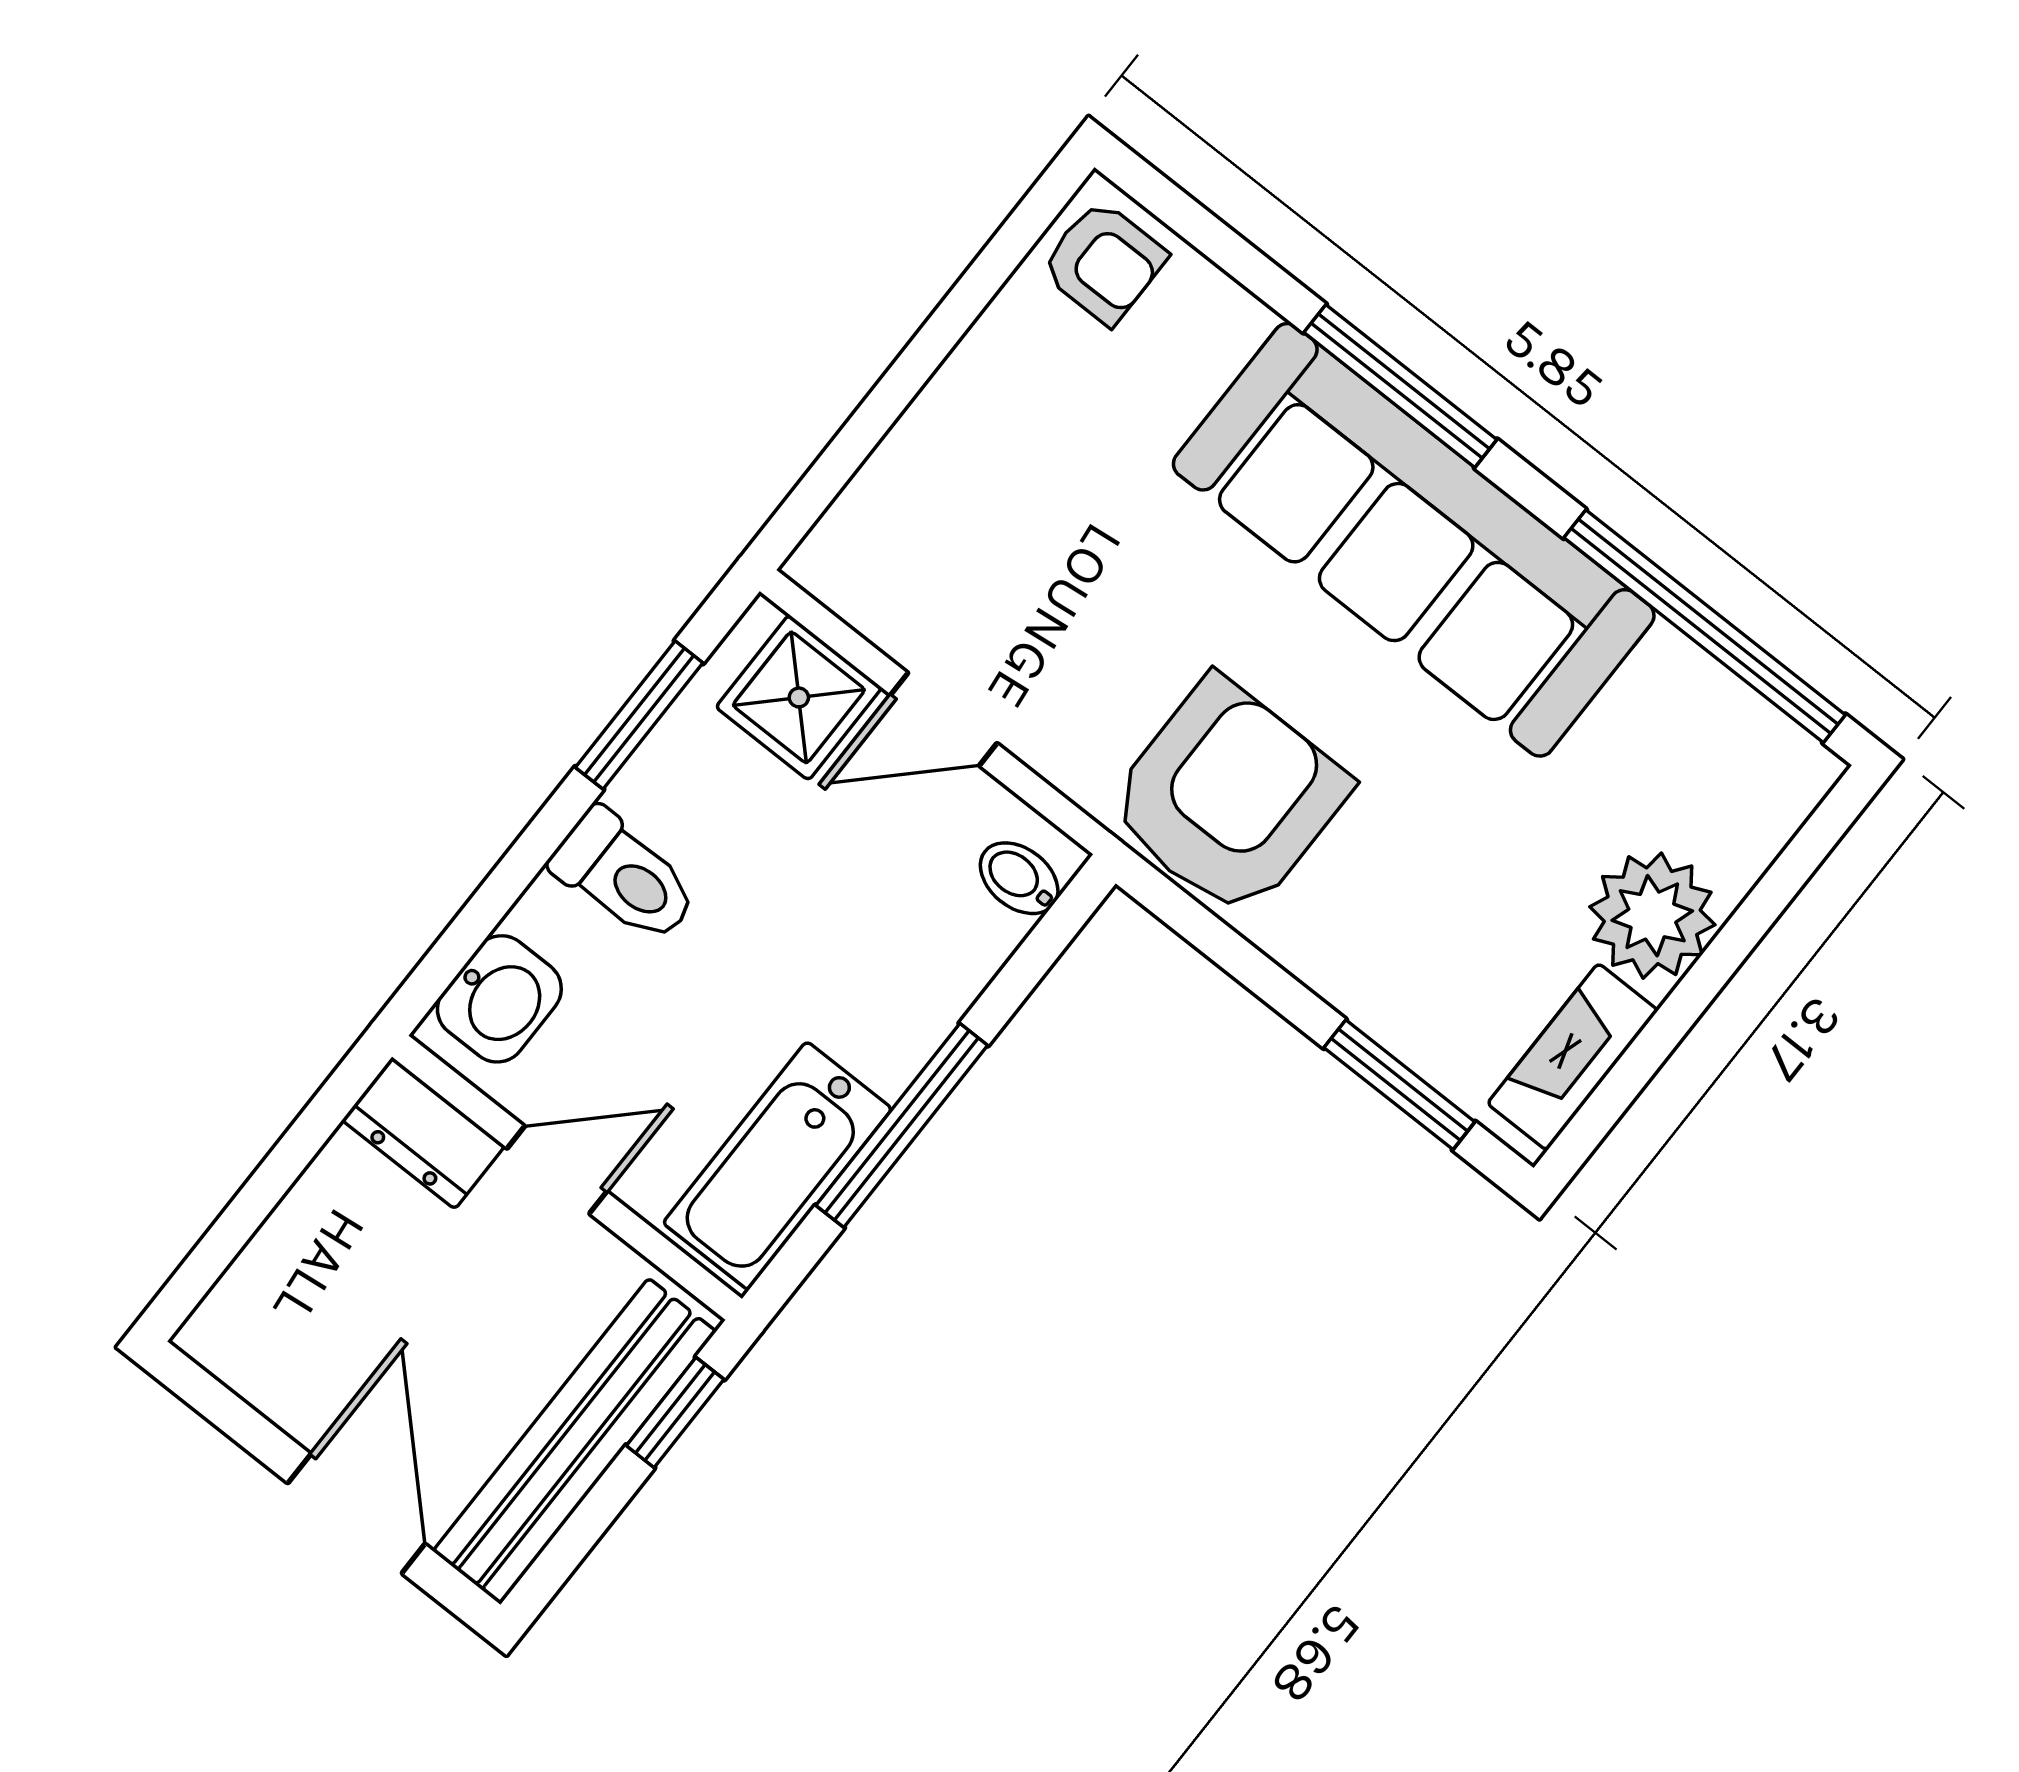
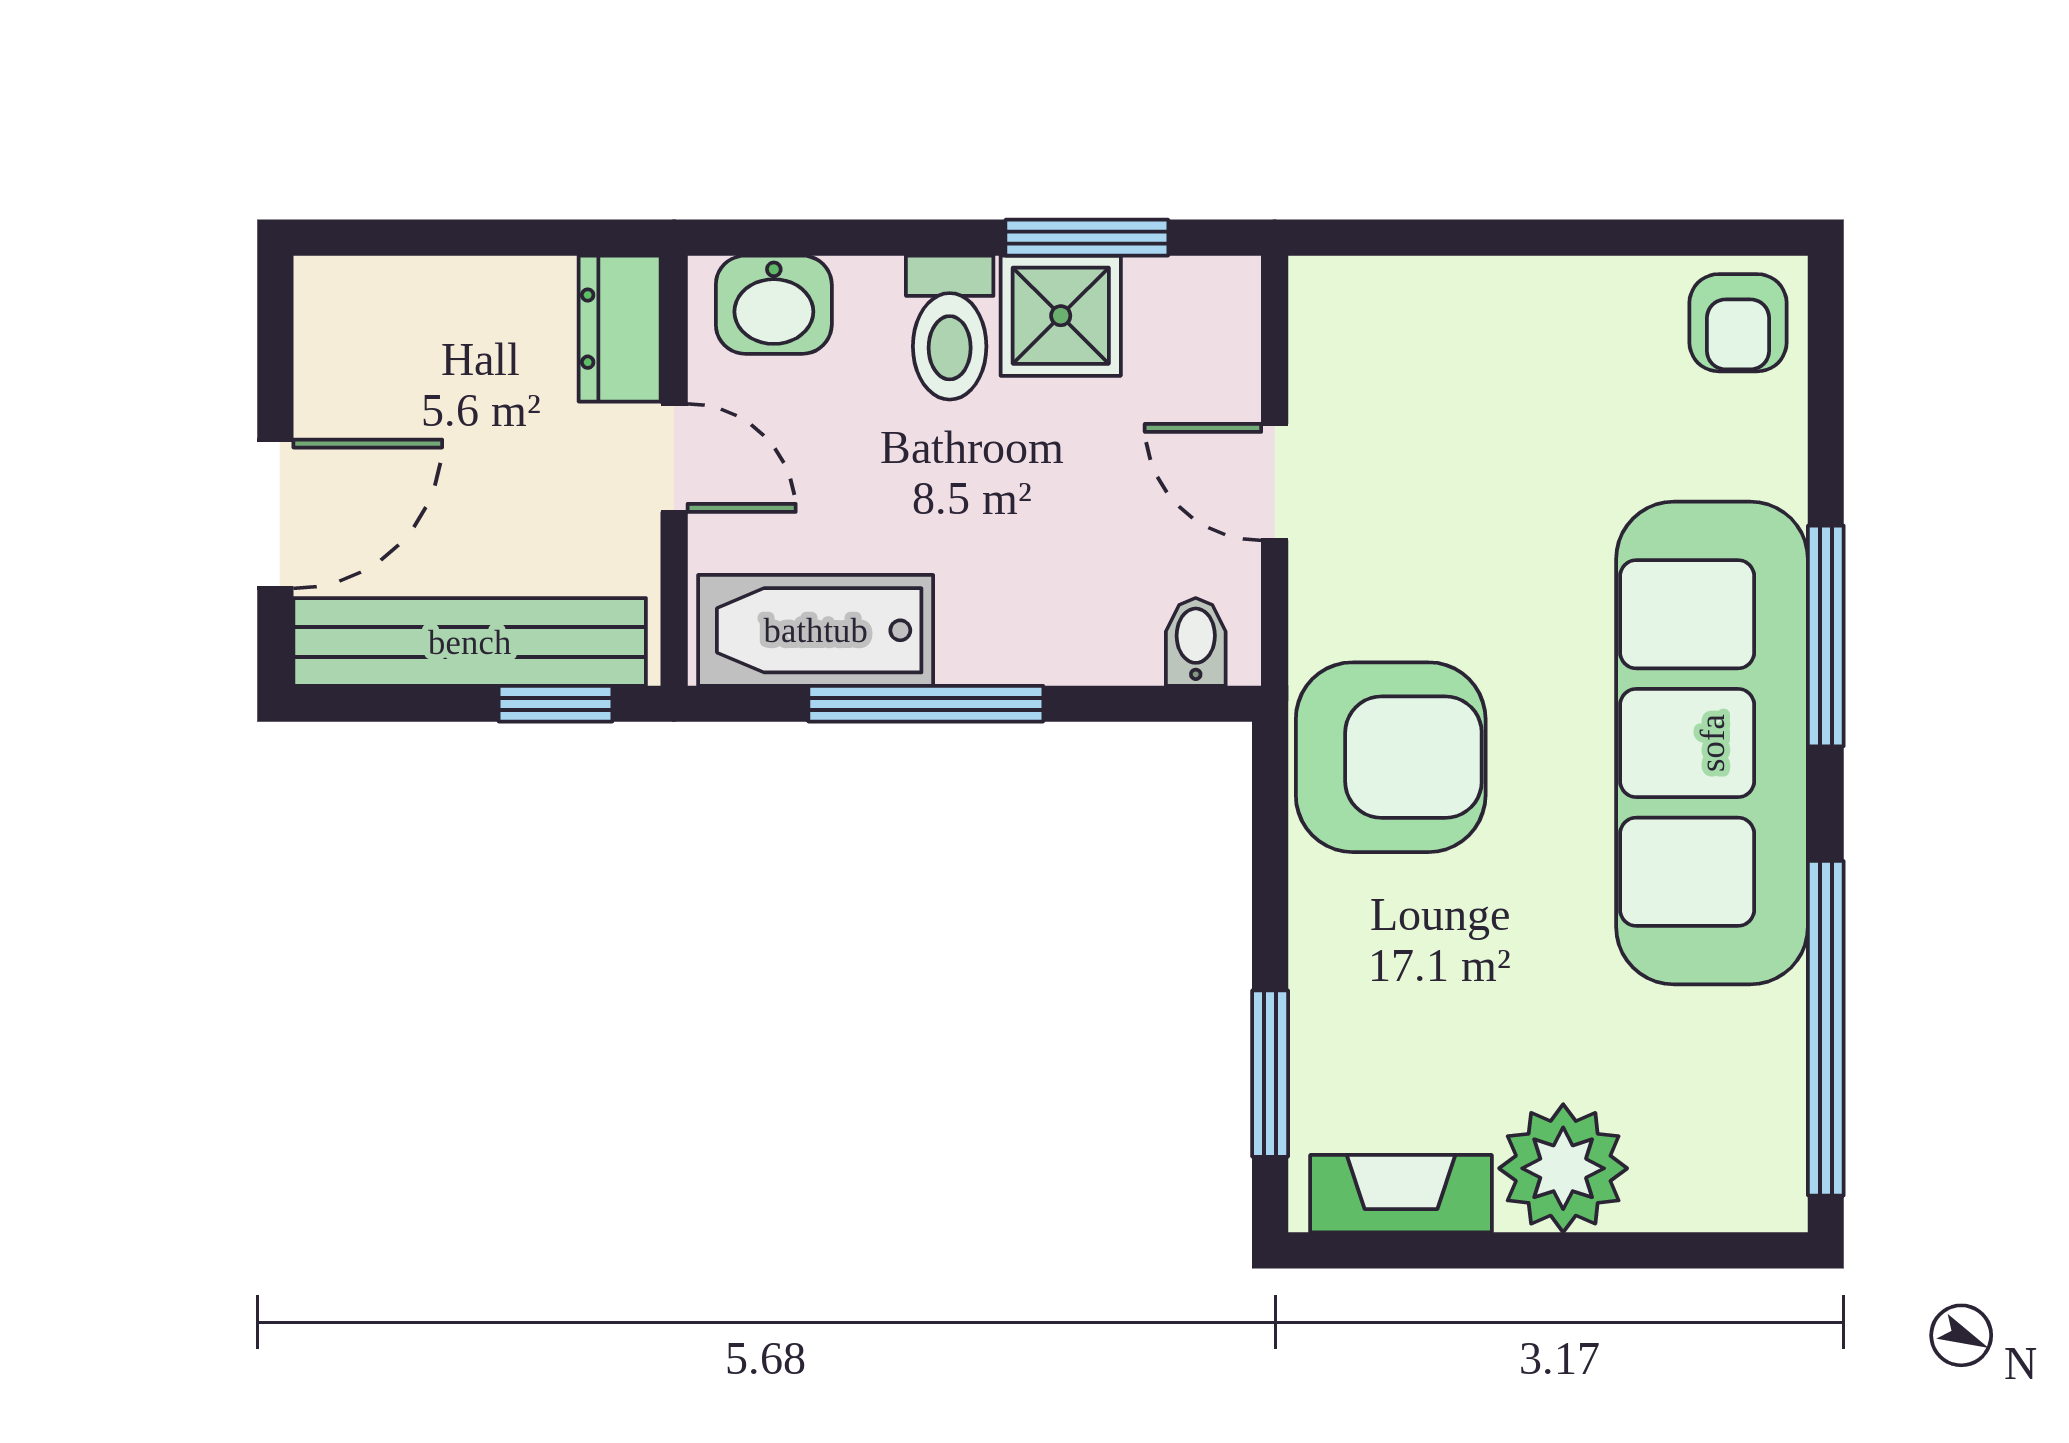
shower: (799, 697) -> (1061, 316), moved

